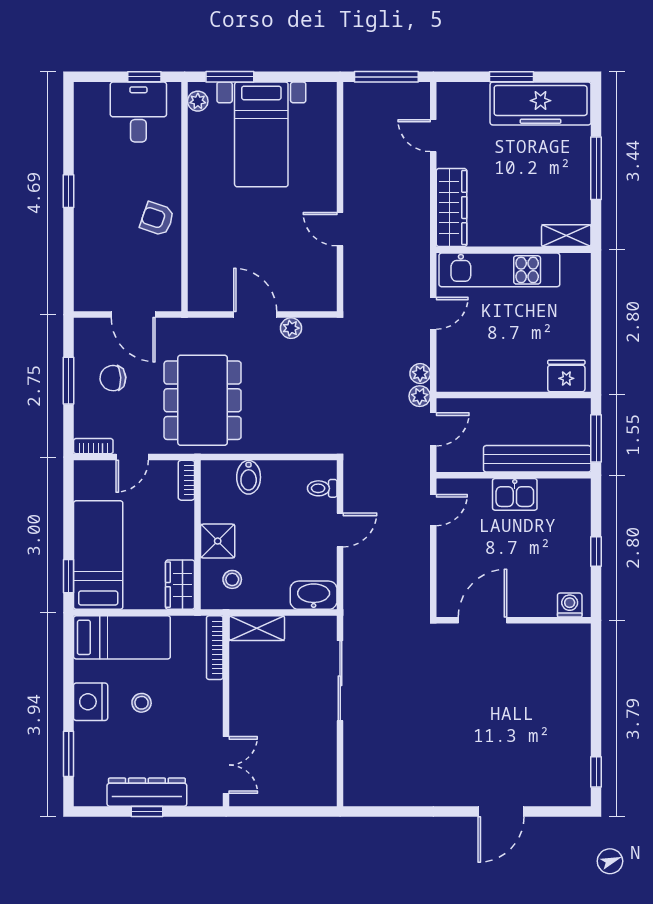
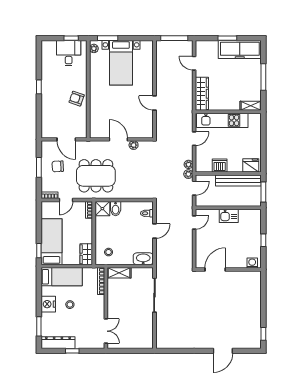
dishwasher: (493, 376) -> (220, 166), added
dining table: (203, 400) -> (96, 176), turned 90
bench: (537, 459) -> (238, 181), moved
shower: (218, 541) -> (102, 209), moved
dresser: (147, 792) -> (58, 343), moved

